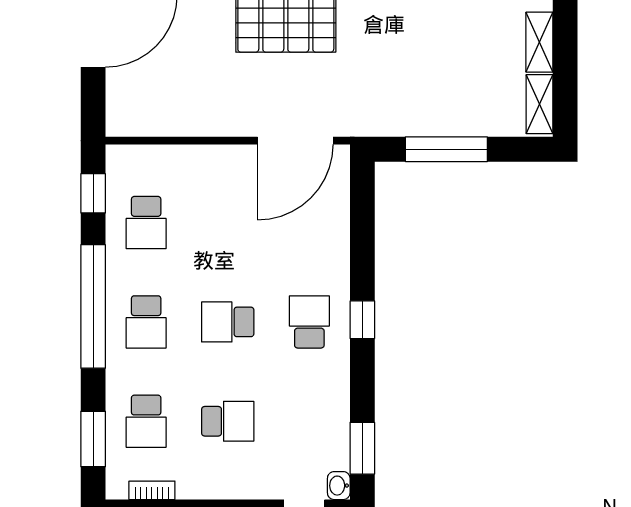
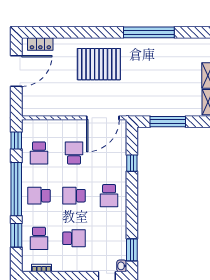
school desk: (228, 223) -> (74, 153), added
window: (362, 320) -> (132, 163), moved
school desk: (146, 322) -> (39, 196), turned 90
school desk: (309, 322) -> (109, 196), turned 180
window: (93, 439) -> (16, 235), moved

